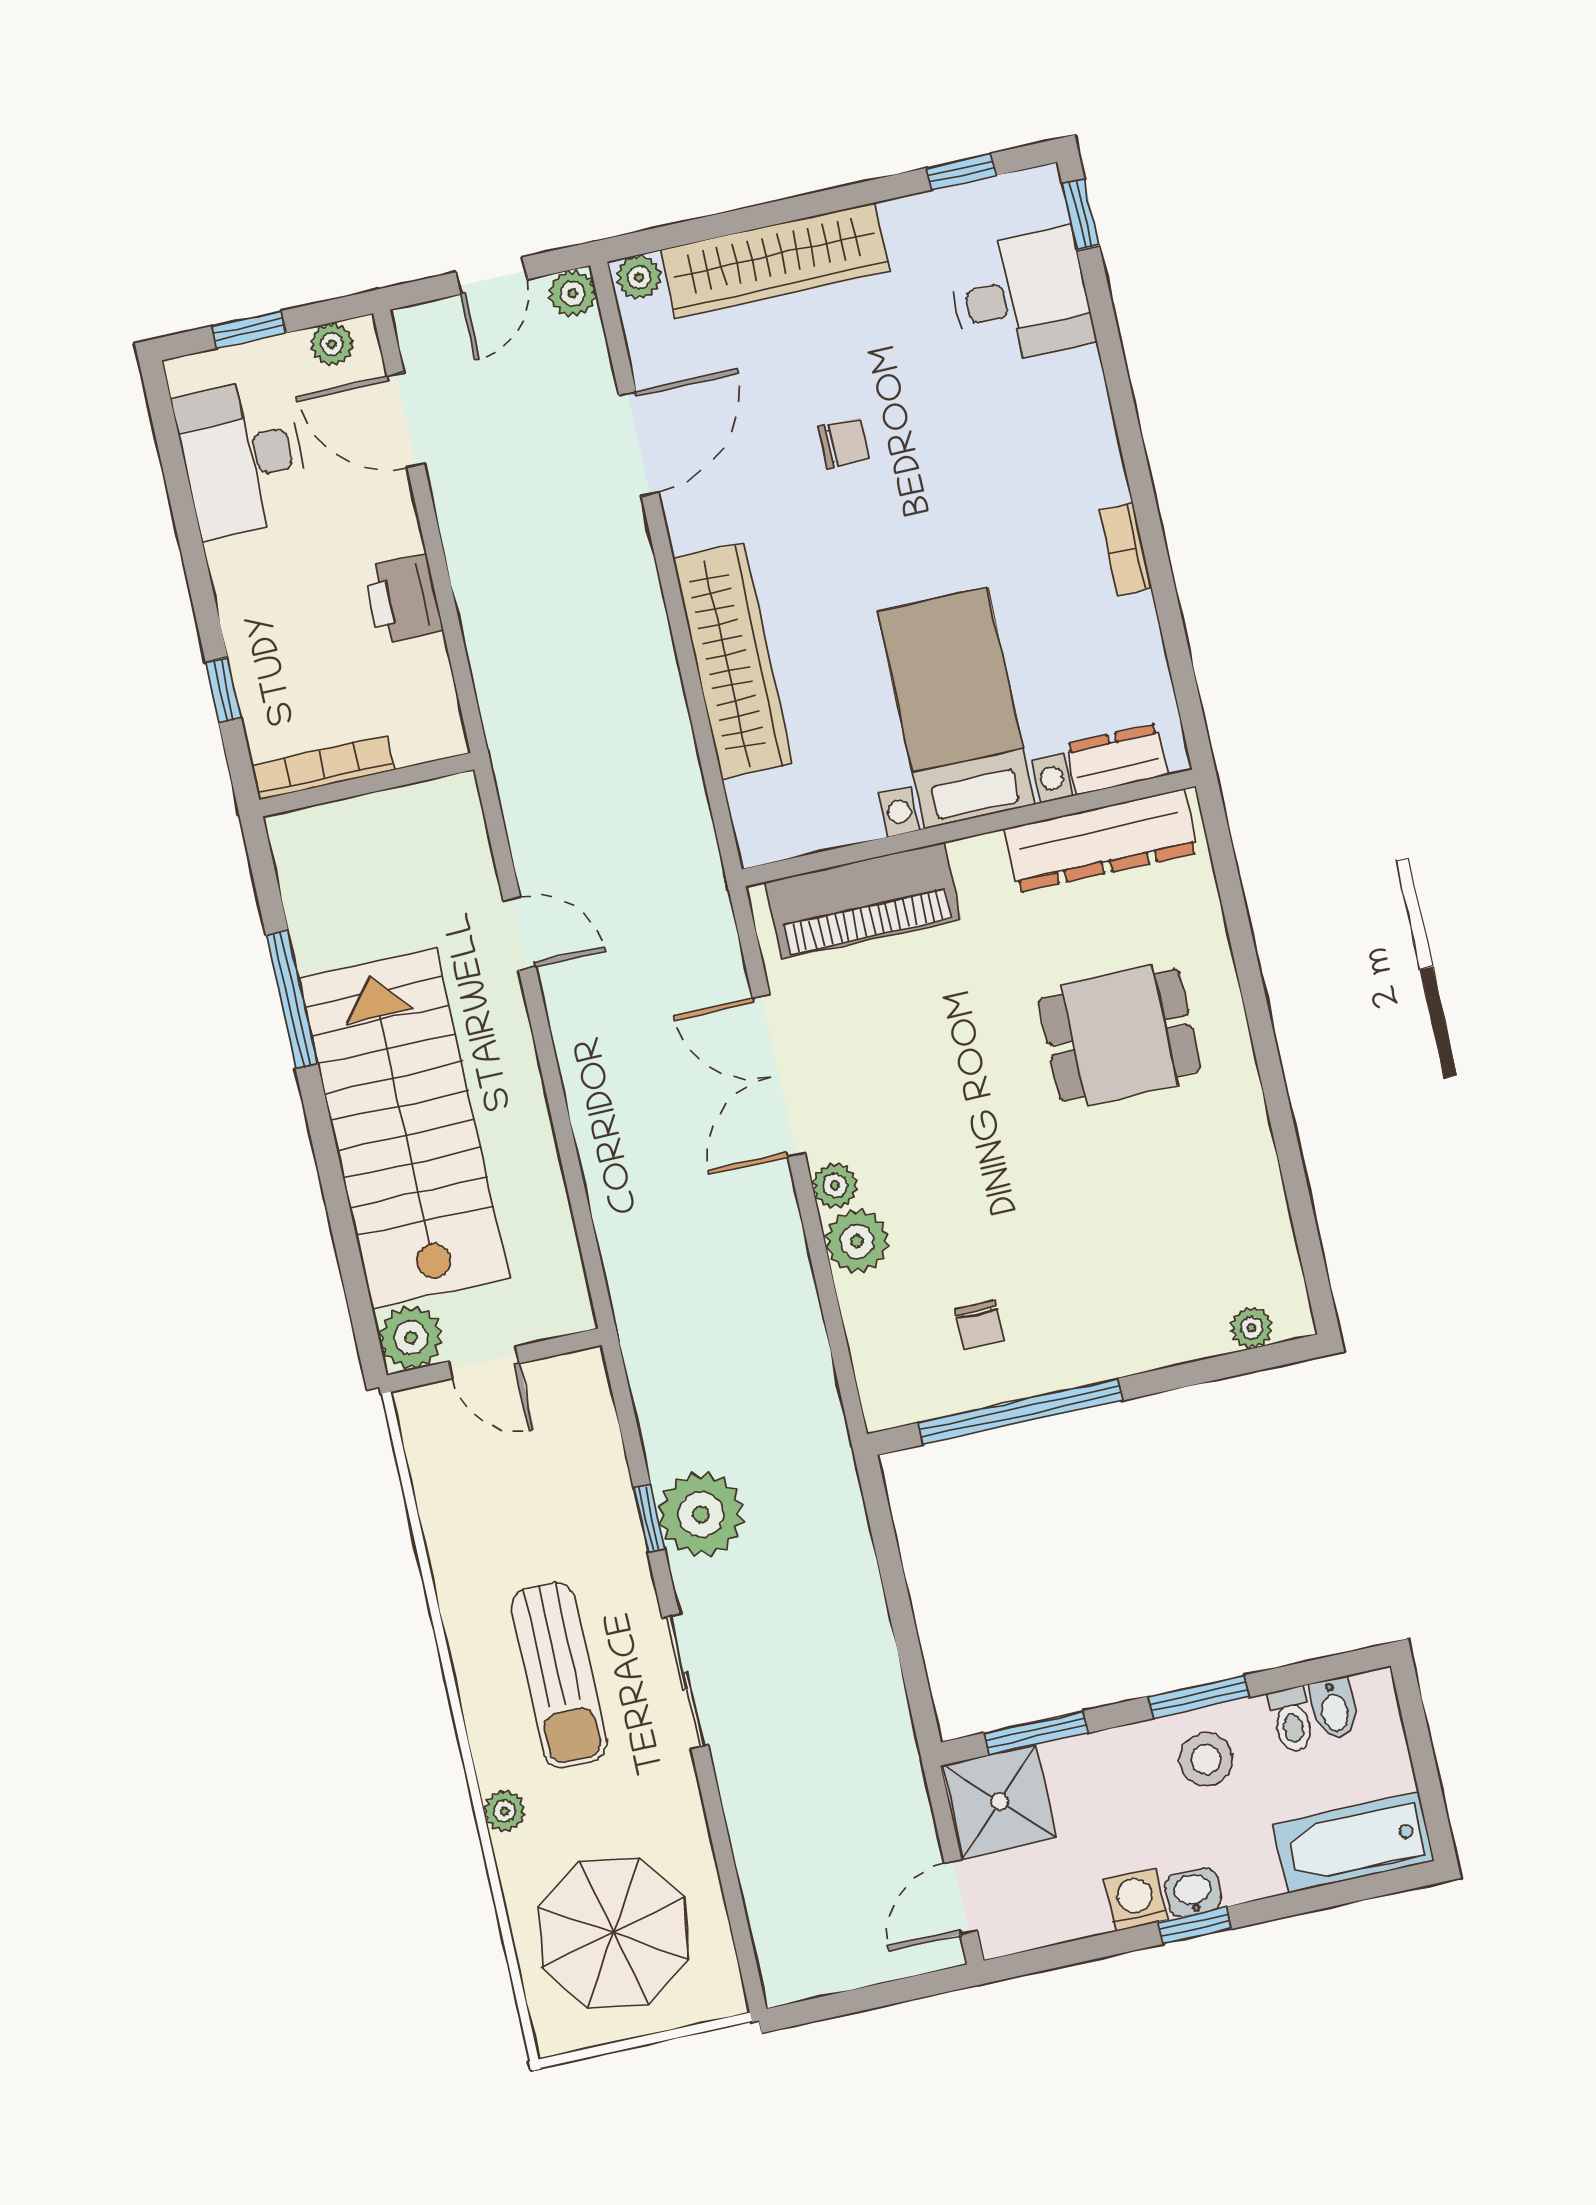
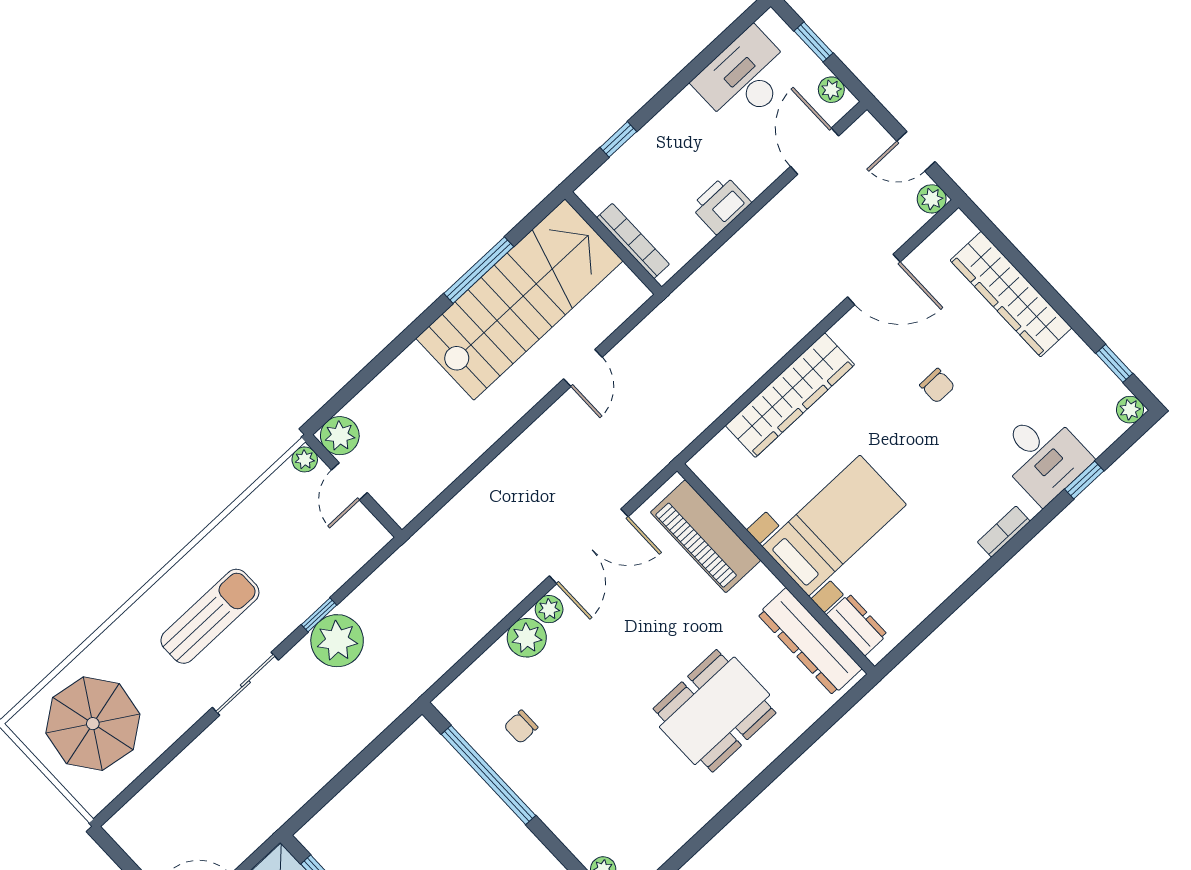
window: (1081, 214) -> (1084, 480), moved
plant: (639, 277) -> (1130, 410), moved
desk: (1021, 297) -> (1043, 456), moved
bookcase: (1125, 549) -> (1004, 532), moved
bookcase: (323, 768) -> (633, 241), moved
dining table: (1120, 1035) -> (715, 711), width x1.38
double door: (779, 1076) -> (589, 546), swing flipped
stairs: (404, 1128) -> (519, 300), moved
sun lounger: (559, 1675) -> (210, 616), turned 180
plant: (505, 1811) -> (305, 459), moved

